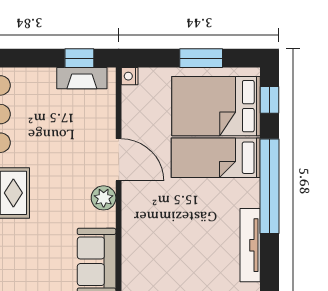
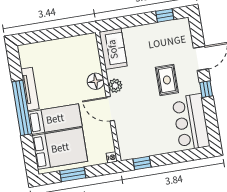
fireplace: (82, 78) -> (139, 152), removed
window: (269, 100) -> (30, 157), removed
floor lamp: (136, 211) -> (96, 81), added
tv unit: (250, 245) -> (30, 89), moved

